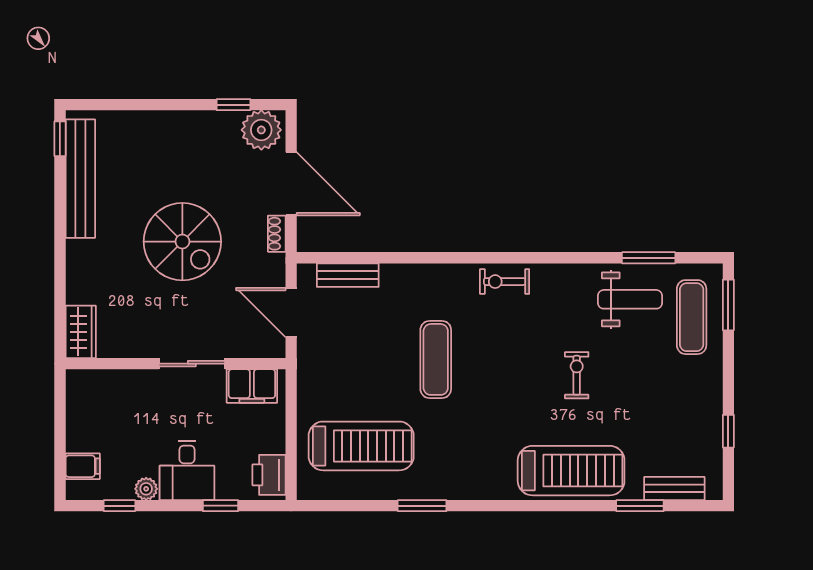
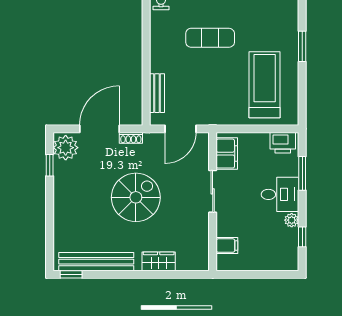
wardrobe: (81, 332) -> (159, 261), moved
filing cabinet: (83, 466) -> (227, 246), moved, turned 90
window: (220, 506) -> (302, 173), width x1.50

